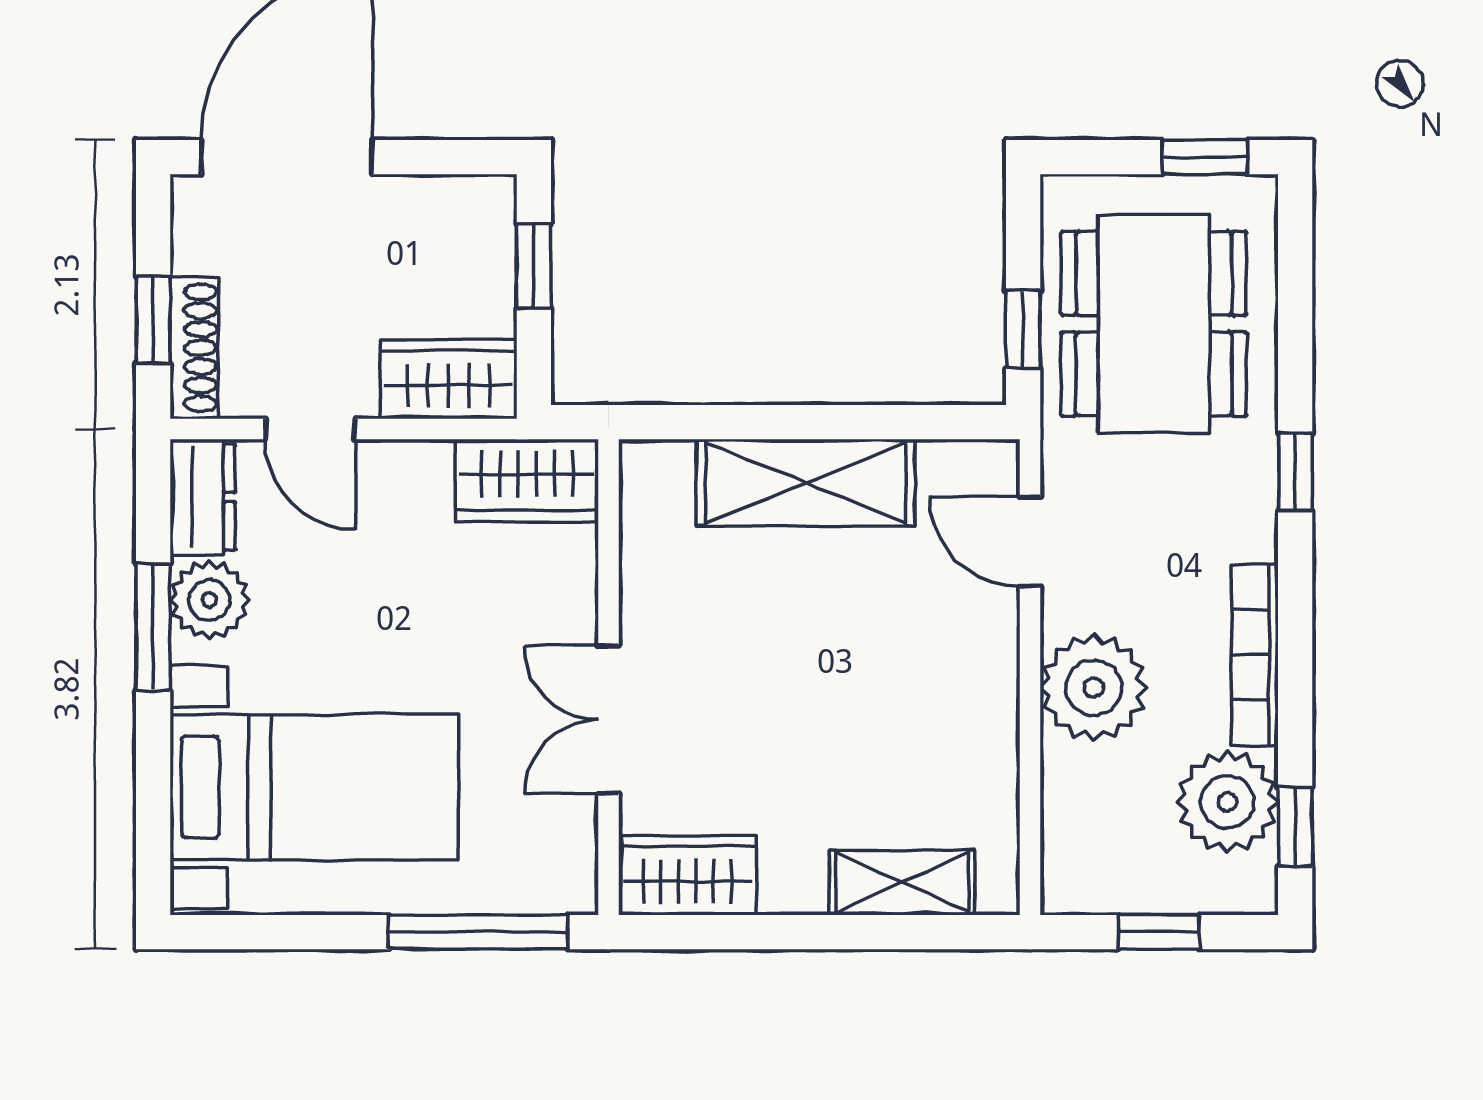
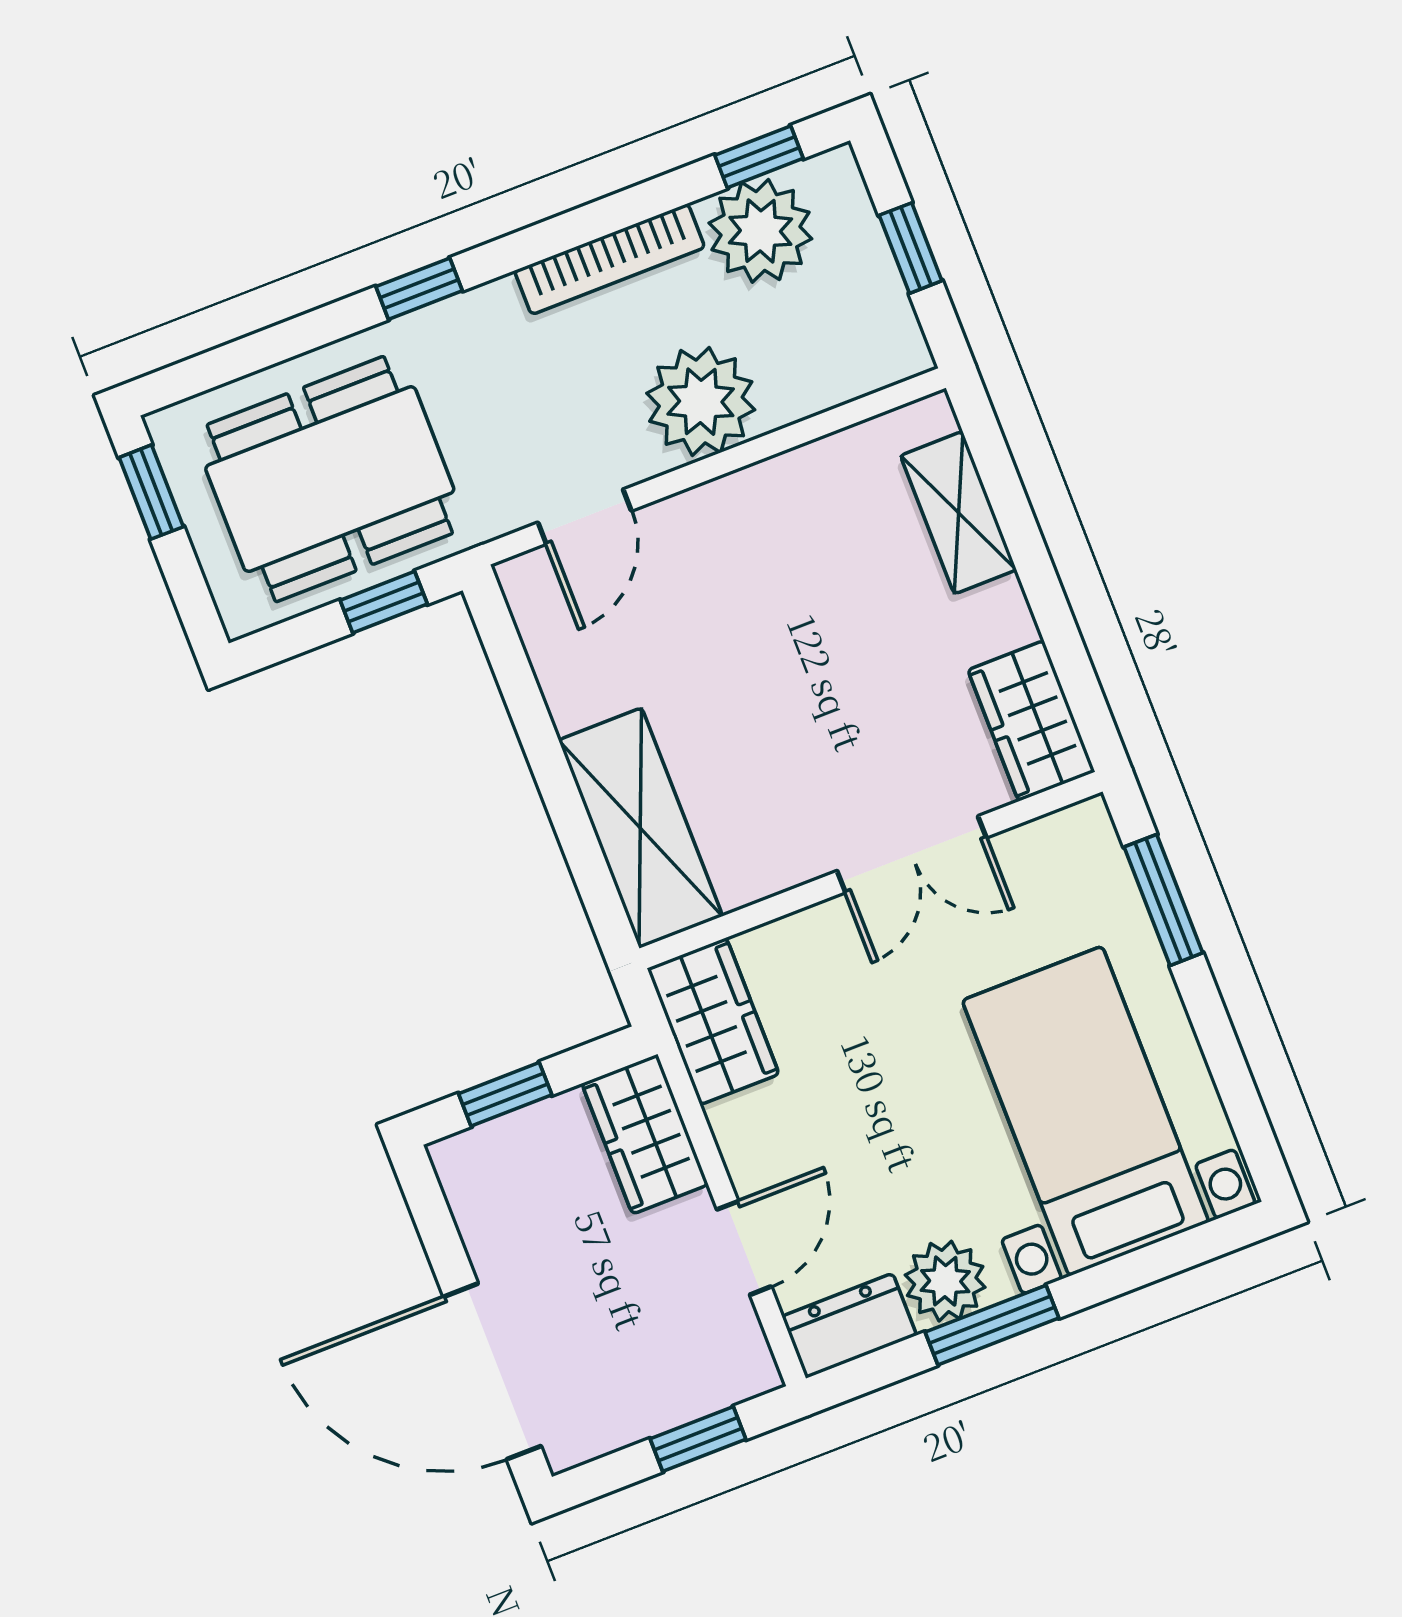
shoe rack: (194, 348) -> (709, 1389), removed
shelving: (806, 483) -> (640, 828), moved
window: (478, 932) -> (1163, 900), width x0.69

